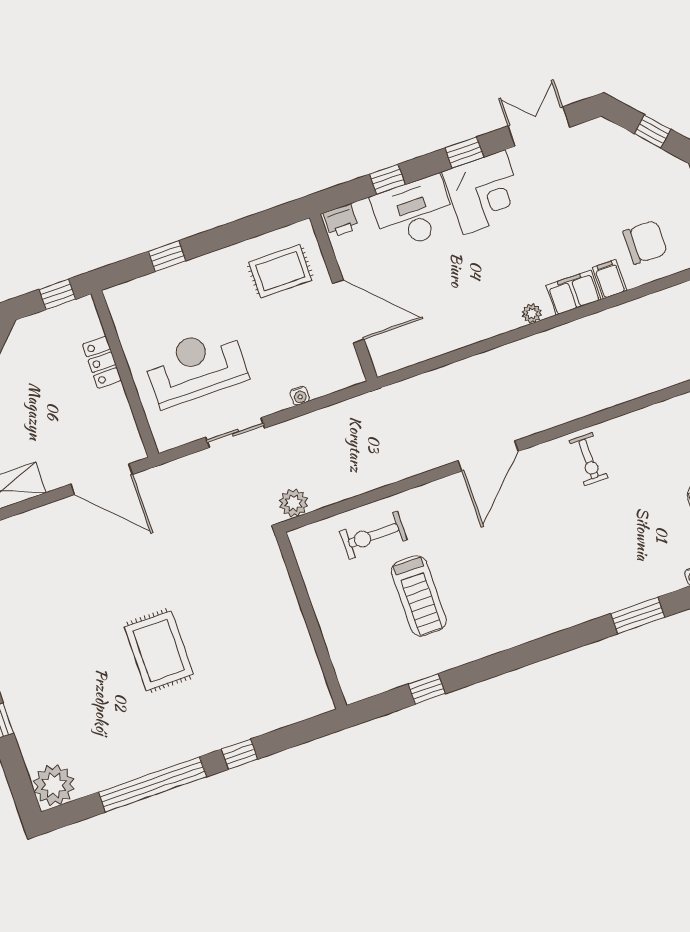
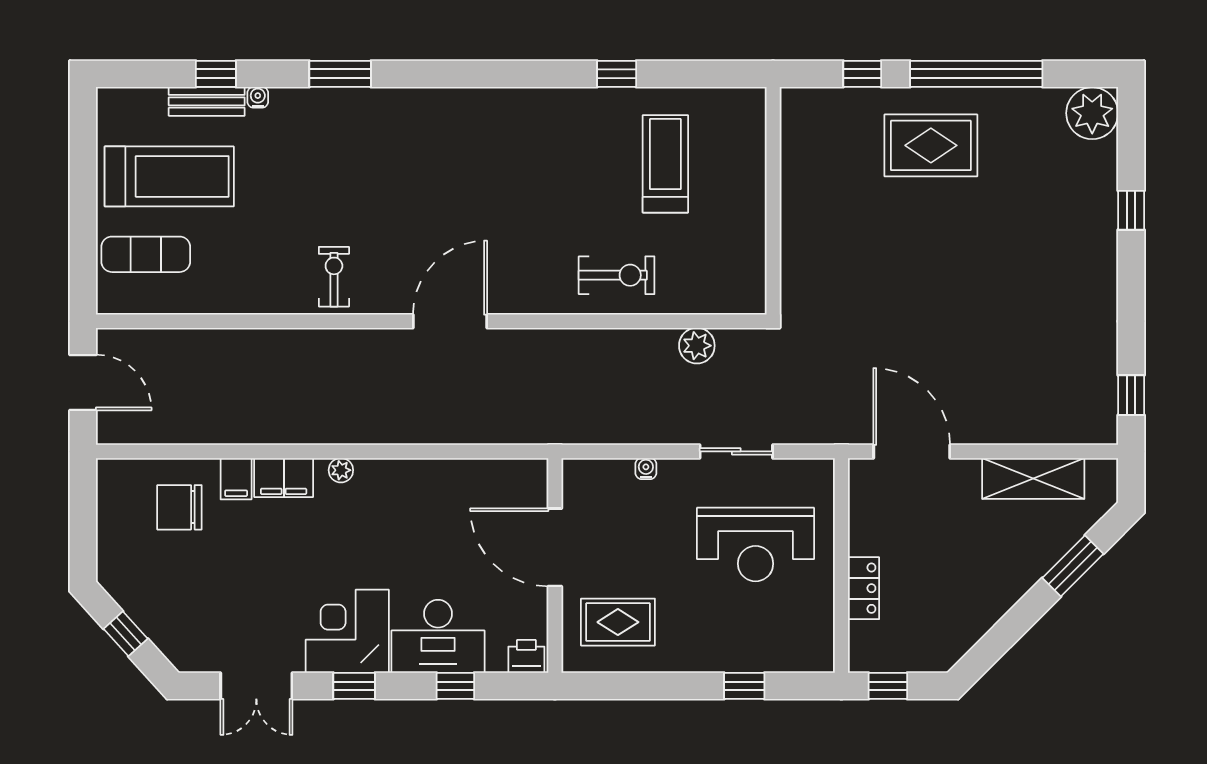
treadmill: (419, 596) -> (665, 164), moved
wall: (311, 621) -> (773, 201), moved
rug: (159, 651) -> (931, 145), moved, turned 90

